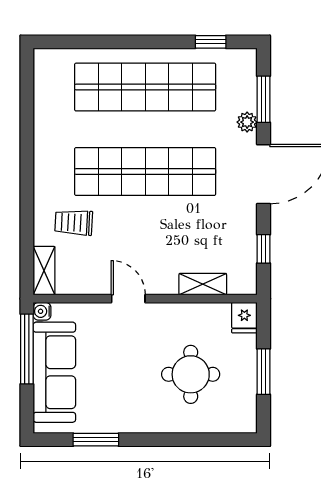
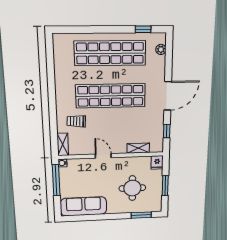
window: (263, 99) -> (169, 59), removed
plant: (247, 122) -> (161, 49), moved
sofa: (54, 372) -> (83, 206), moved, turned -90
window: (96, 440) -> (141, 215), moved

